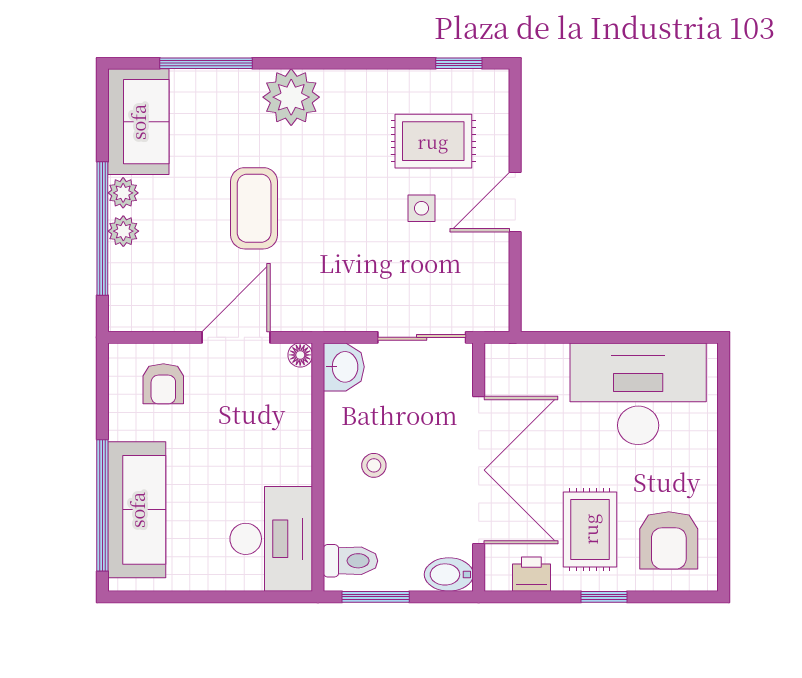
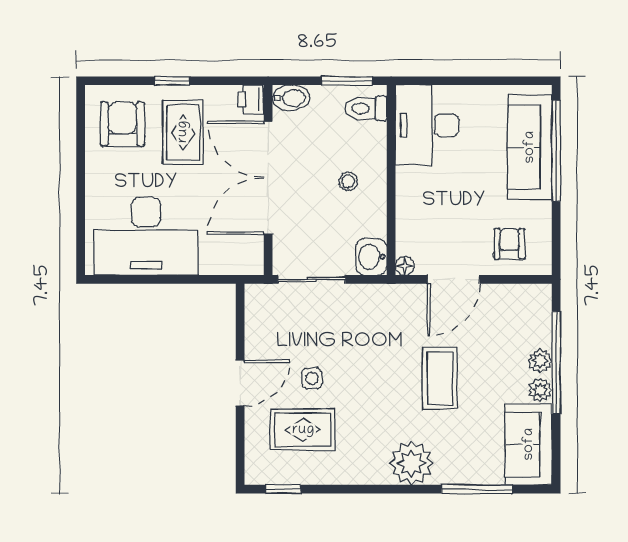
printer: (531, 574) -> (251, 99), moved, turned 90

